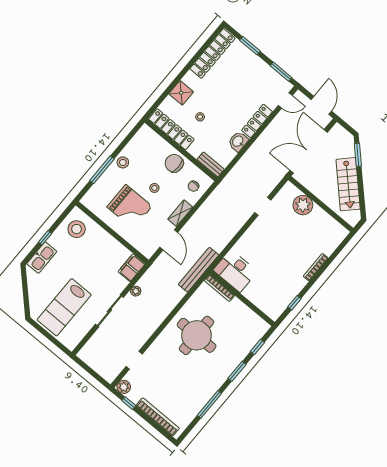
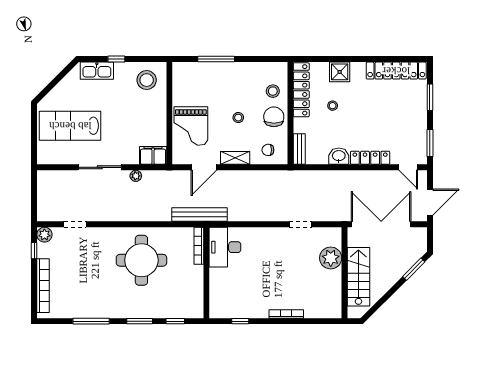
stool: (123, 162) -> (273, 91), moved
stairs: (348, 184) -> (358, 277), moved, turned 135
grand piano: (130, 207) -> (191, 126), moved

